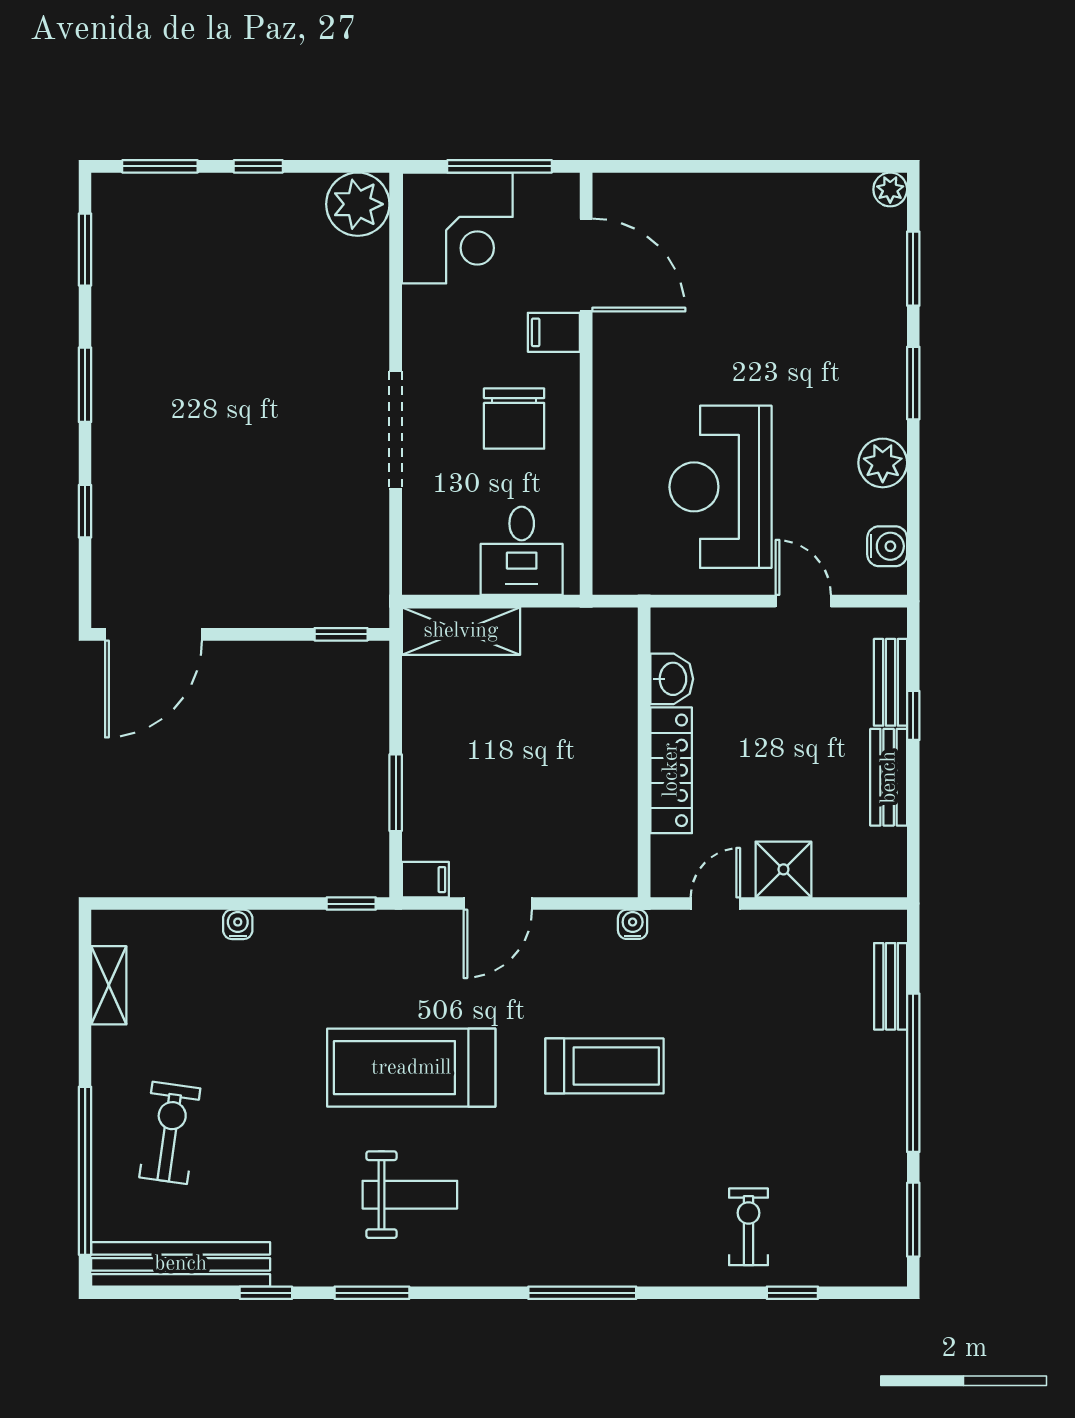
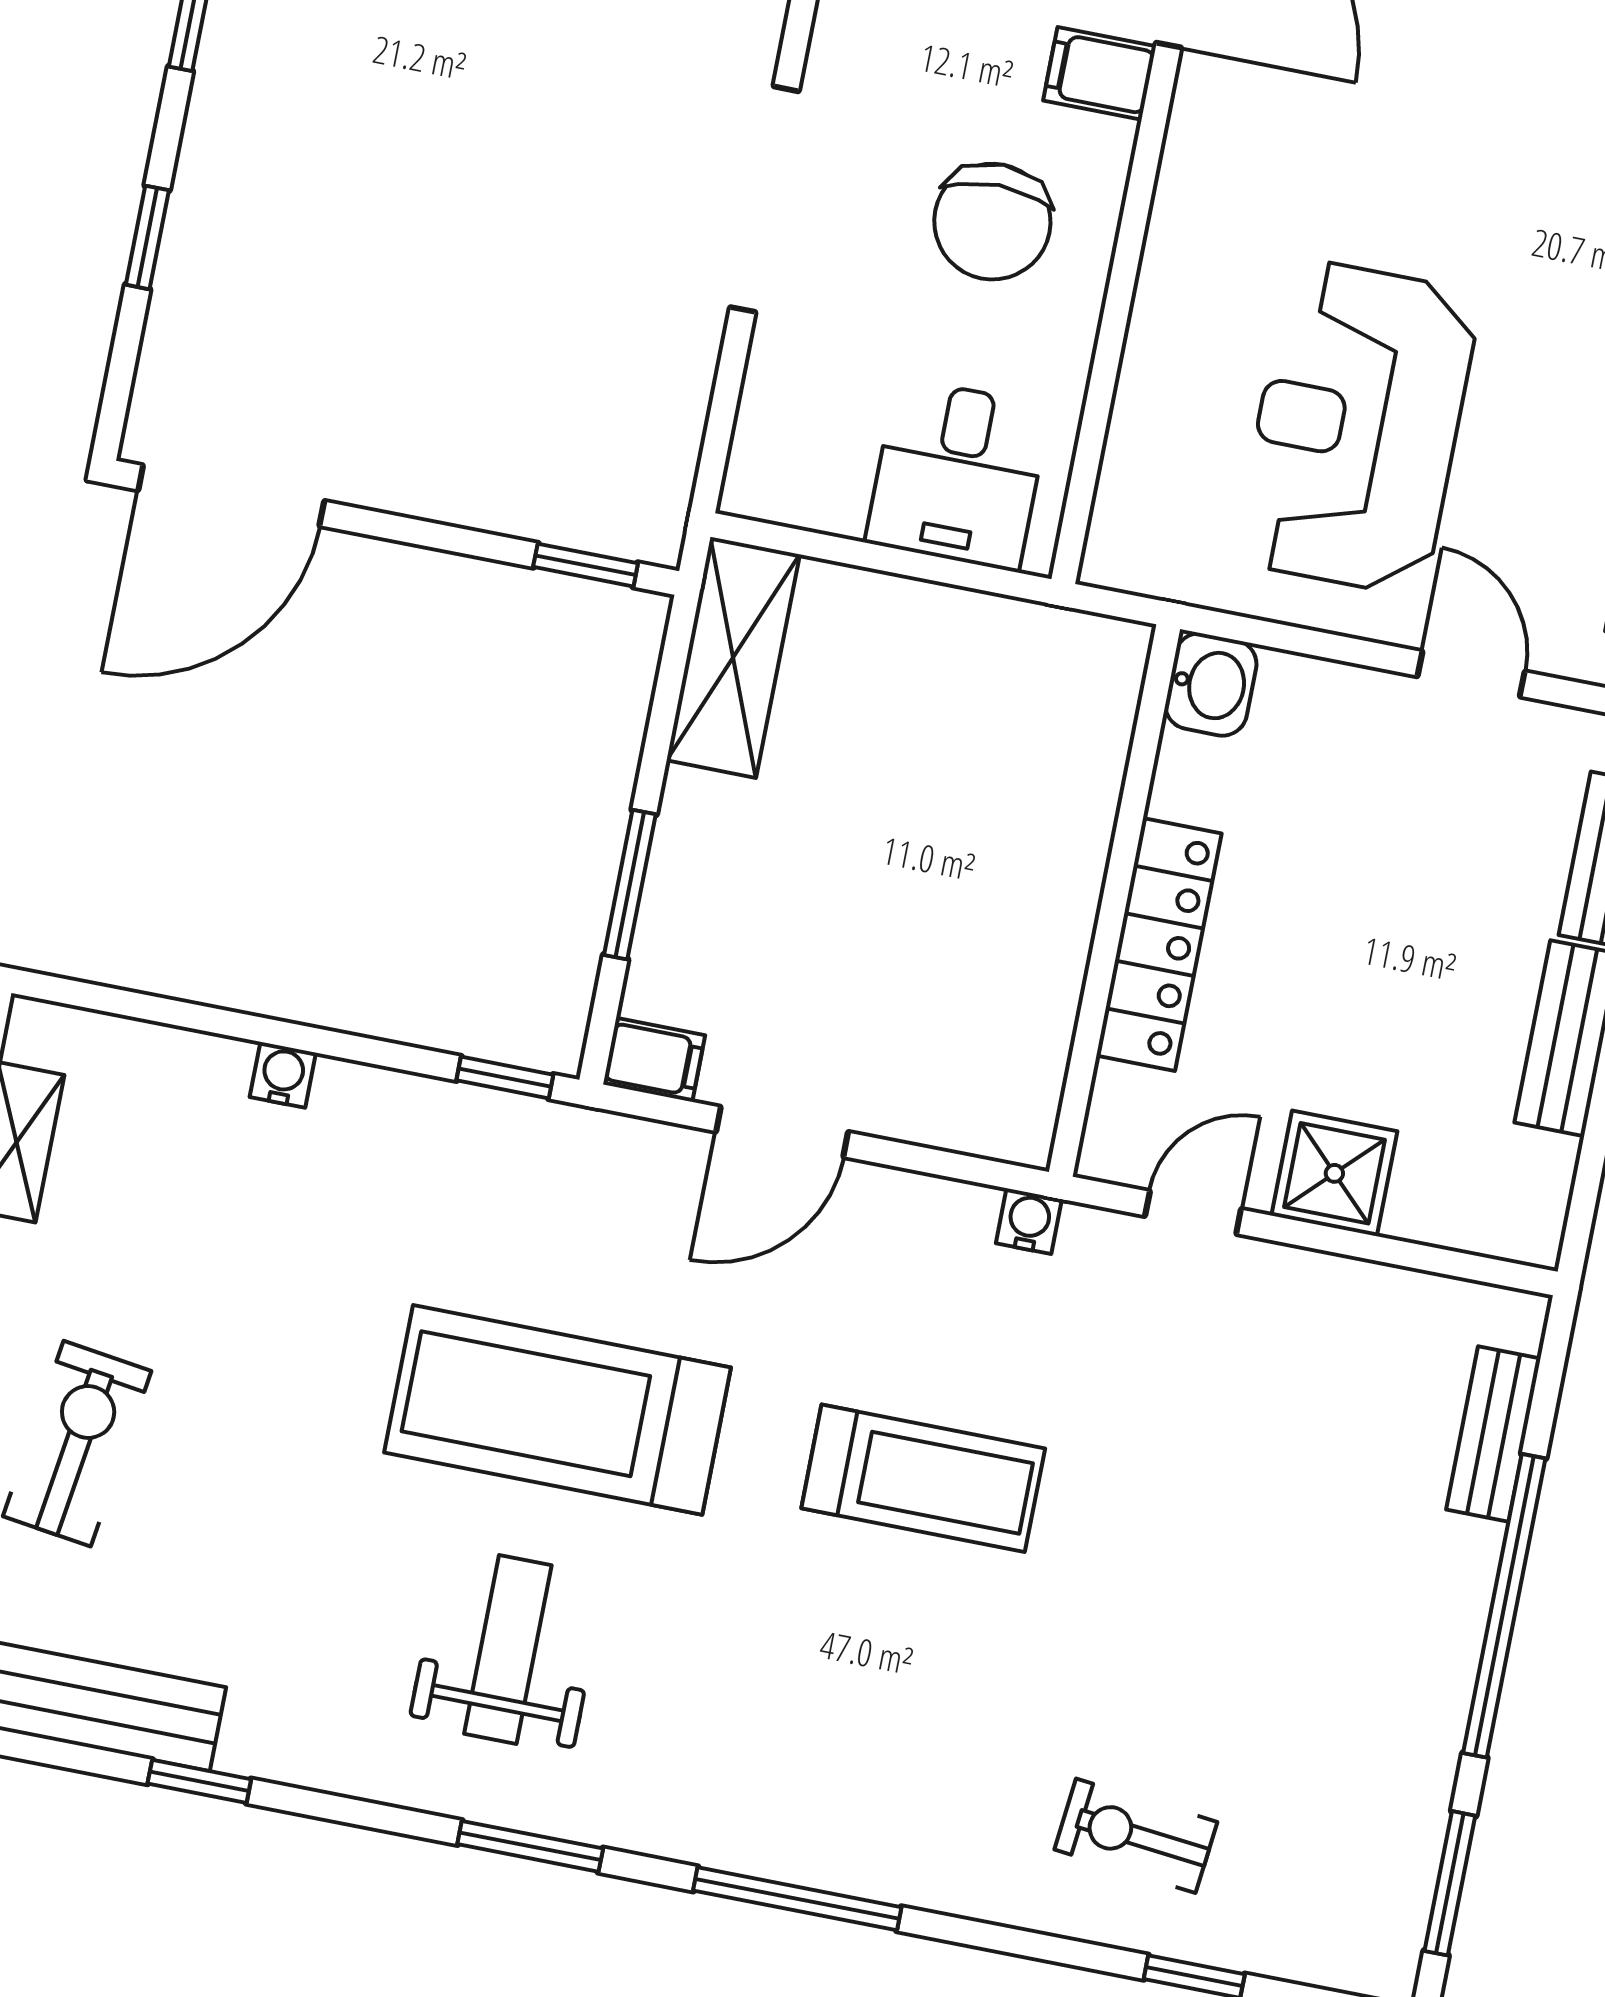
shelving: (461, 631) -> (733, 657), moved, turned 90
washbasin: (672, 679) -> (1211, 684), moved
weight bench: (410, 1195) -> (508, 1649), turned -90
exercise bike: (749, 1227) -> (1136, 1836), turned -84
window: (372, 1293) -> (530, 1846), moved

